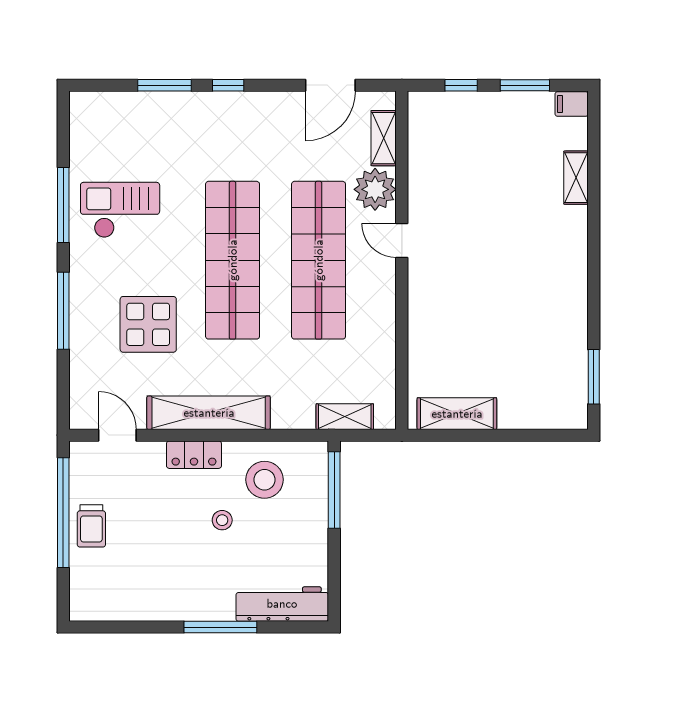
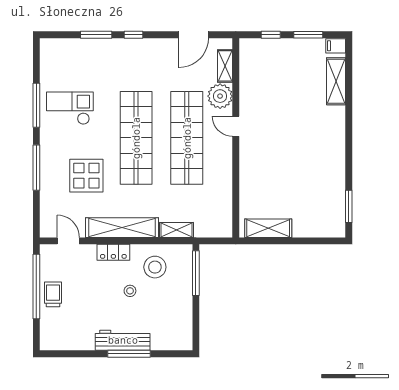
shelving: (576, 178) -> (336, 81), width x1.50, depth x1.33
shelving: (345, 417) -> (176, 230), moved
trolley: (91, 526) -> (53, 294), turned 180
workbench: (282, 604) -> (123, 340), moved

